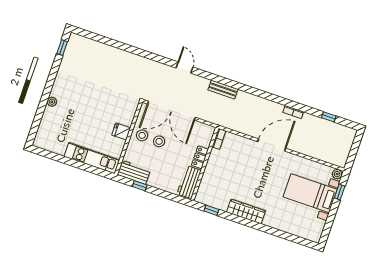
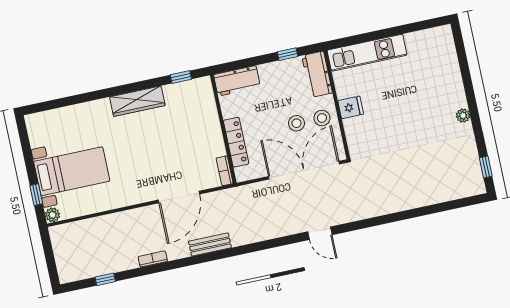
bench: (223, 90) -> (210, 244), moved
plant: (52, 102) -> (463, 116), moved
door: (272, 145) -> (179, 197), moved
locker: (200, 157) -> (236, 142), width x1.53
workbench: (134, 172) -> (317, 74), moved, turned 90
workbench: (189, 182) -> (237, 81), moved, turned 90

